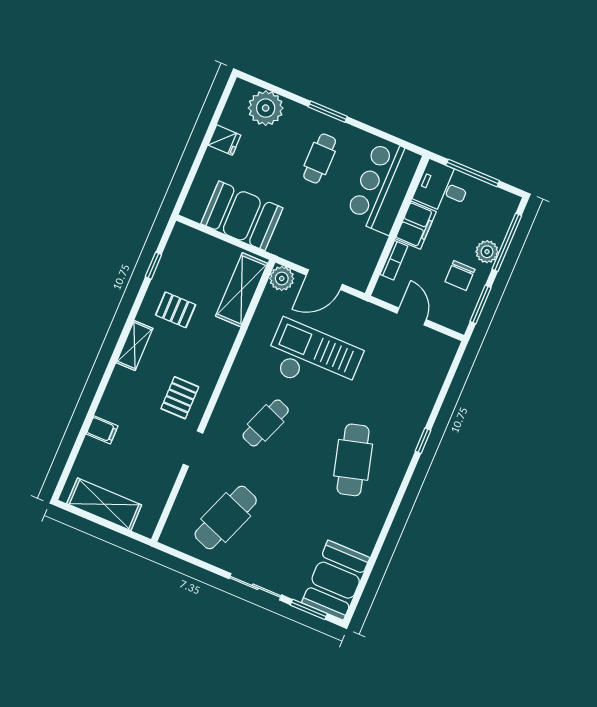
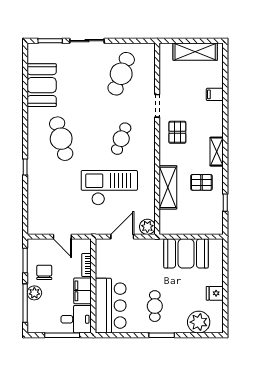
shelving: (242, 290) -> (168, 187), moved
checkout: (313, 359) -> (109, 188), turned 180
booth: (336, 580) -> (42, 85), moved

